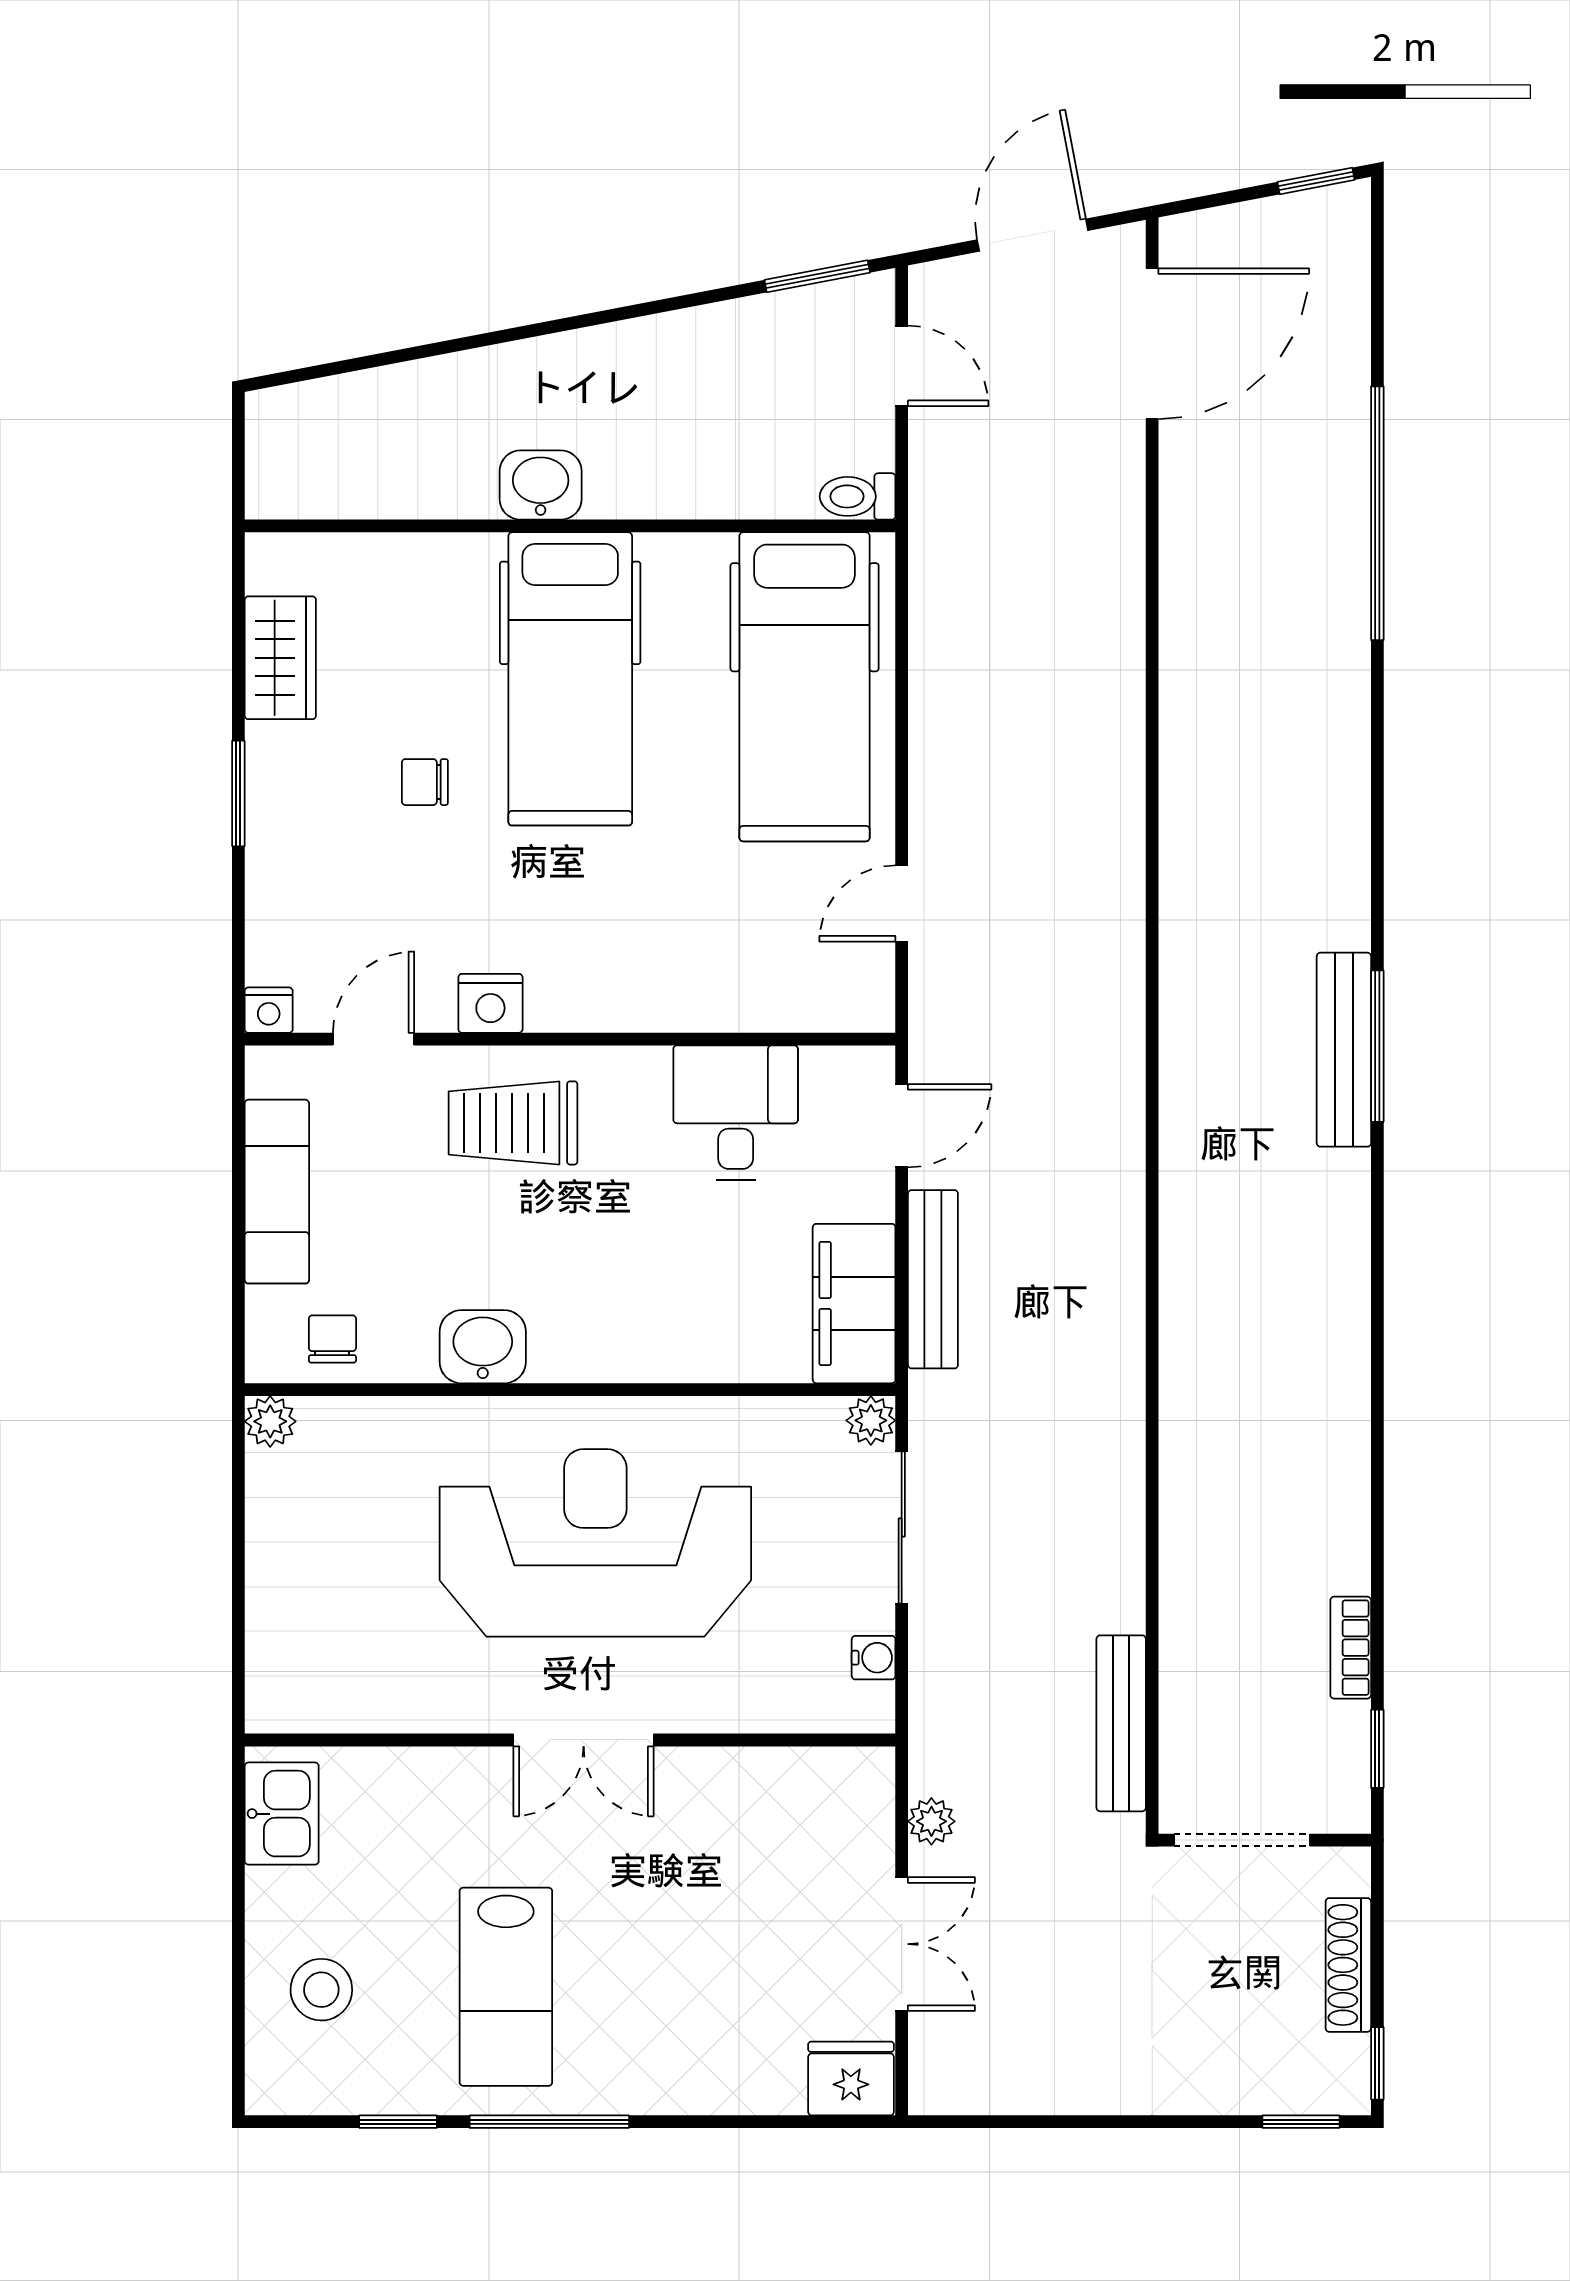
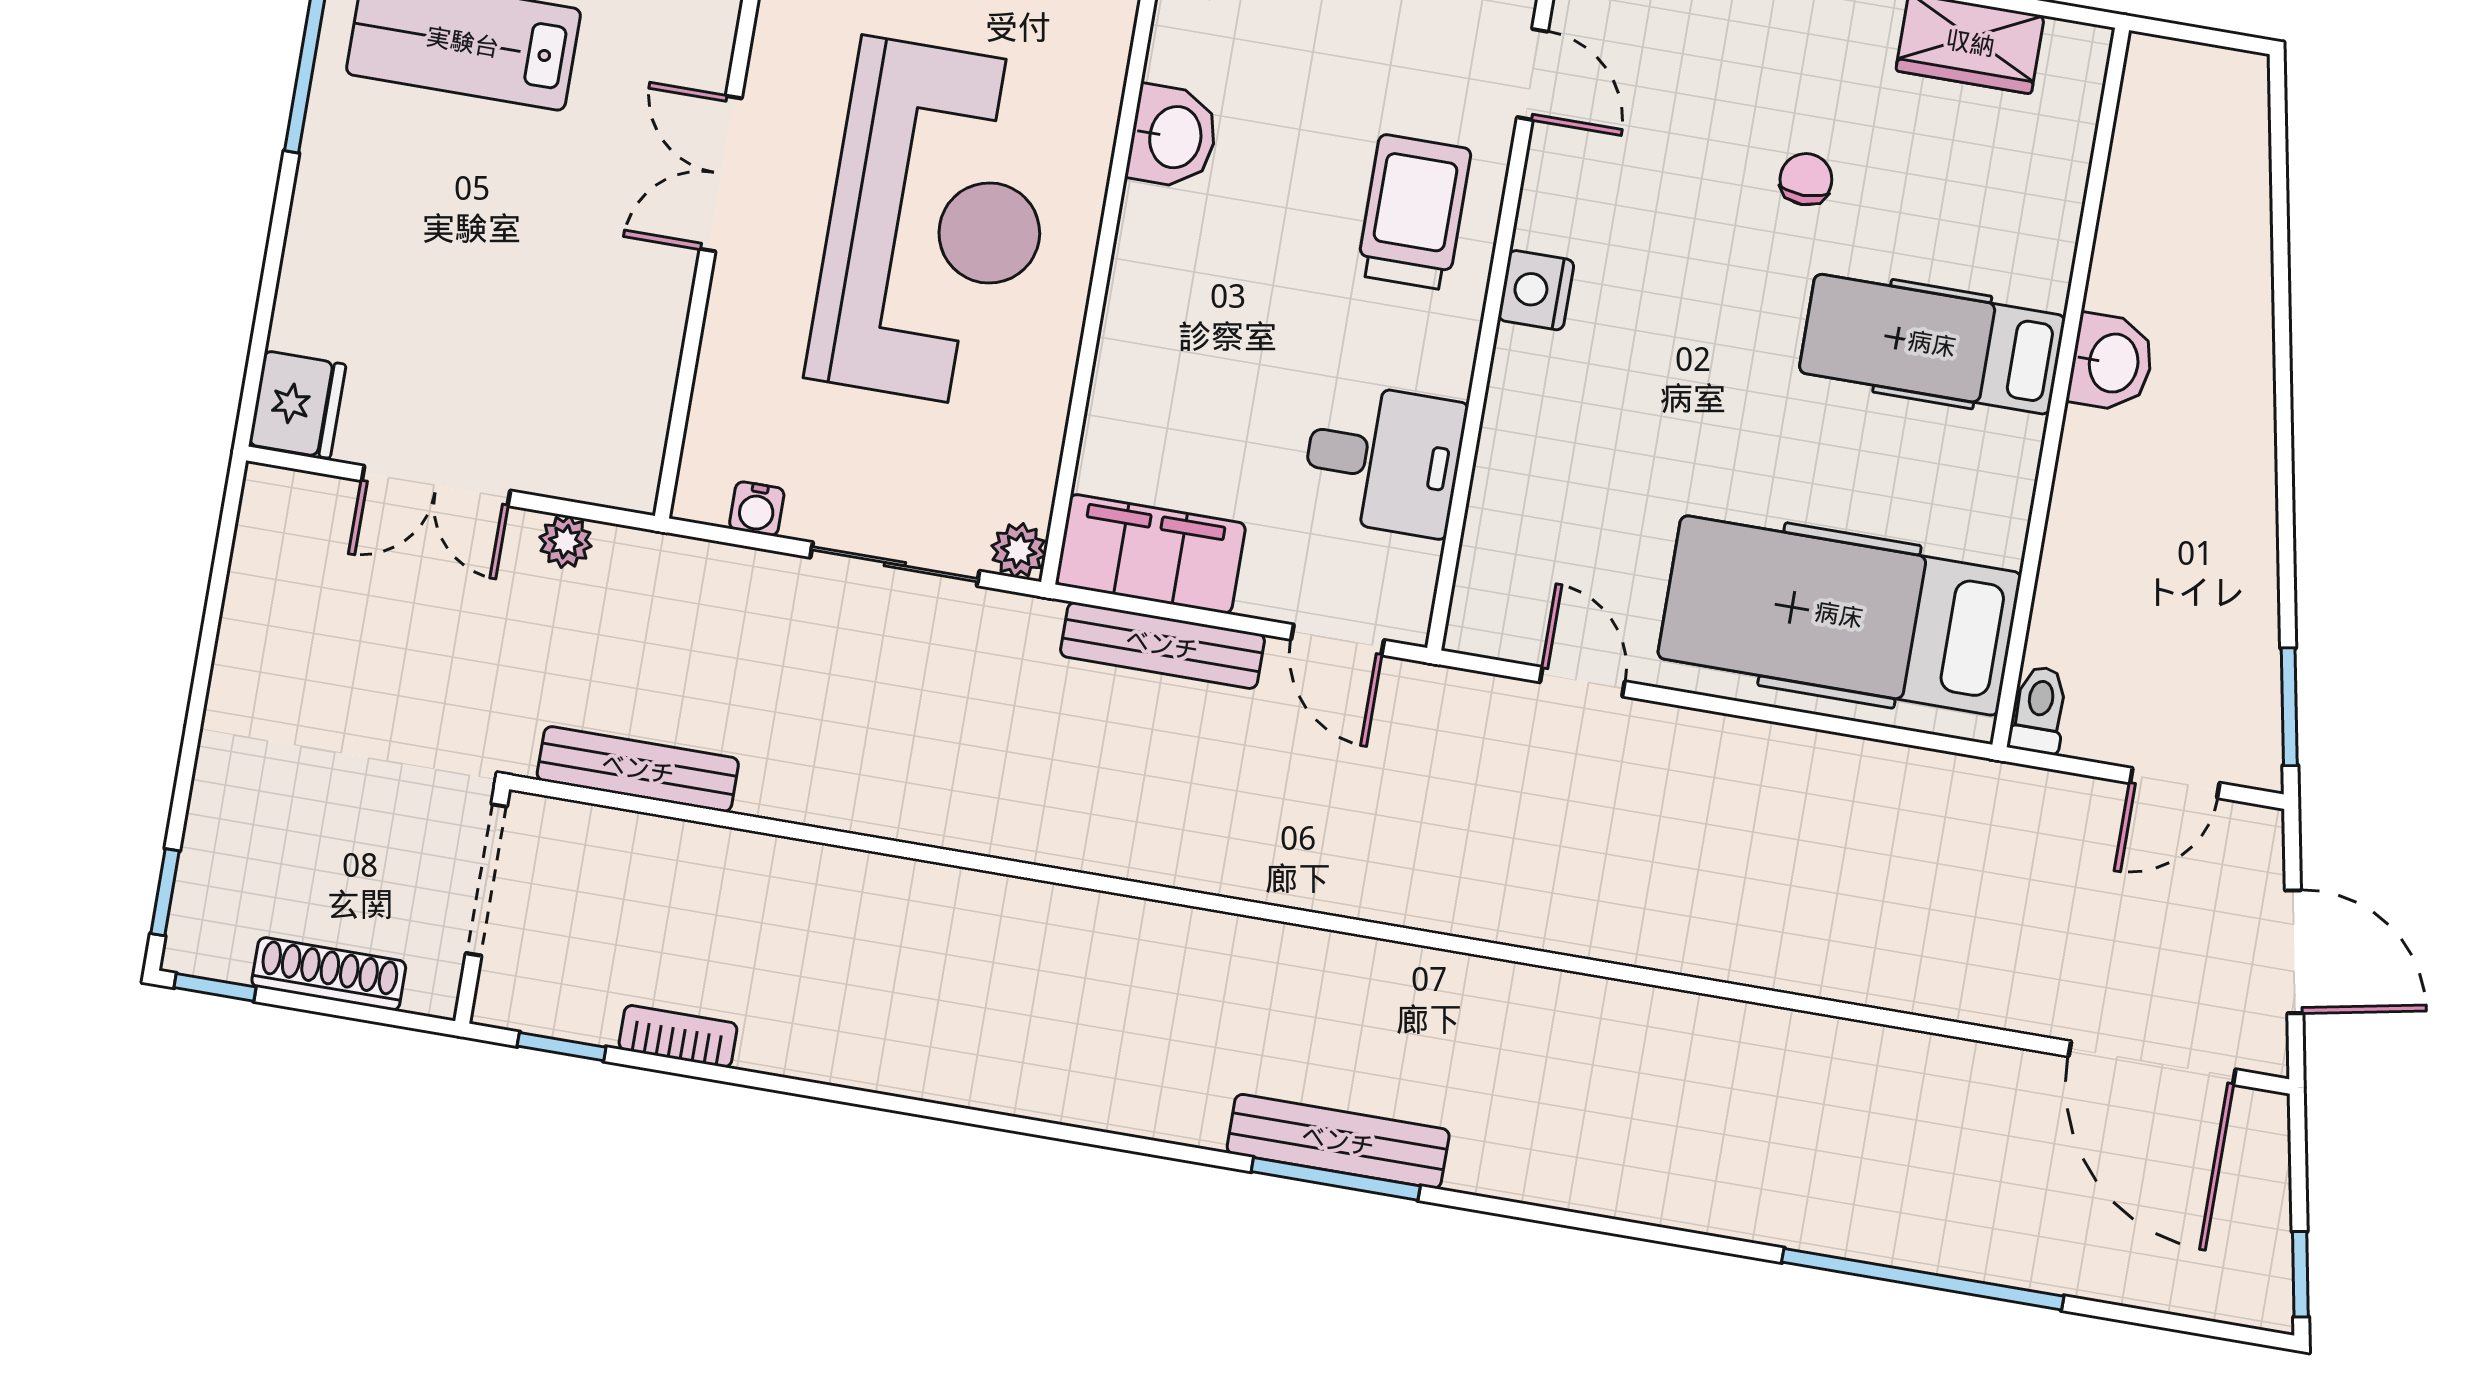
hospital bed: (570, 679) -> (1932, 344), width x0.73, depth x0.78
nightstand: (490, 1003) -> (1536, 290), moved

